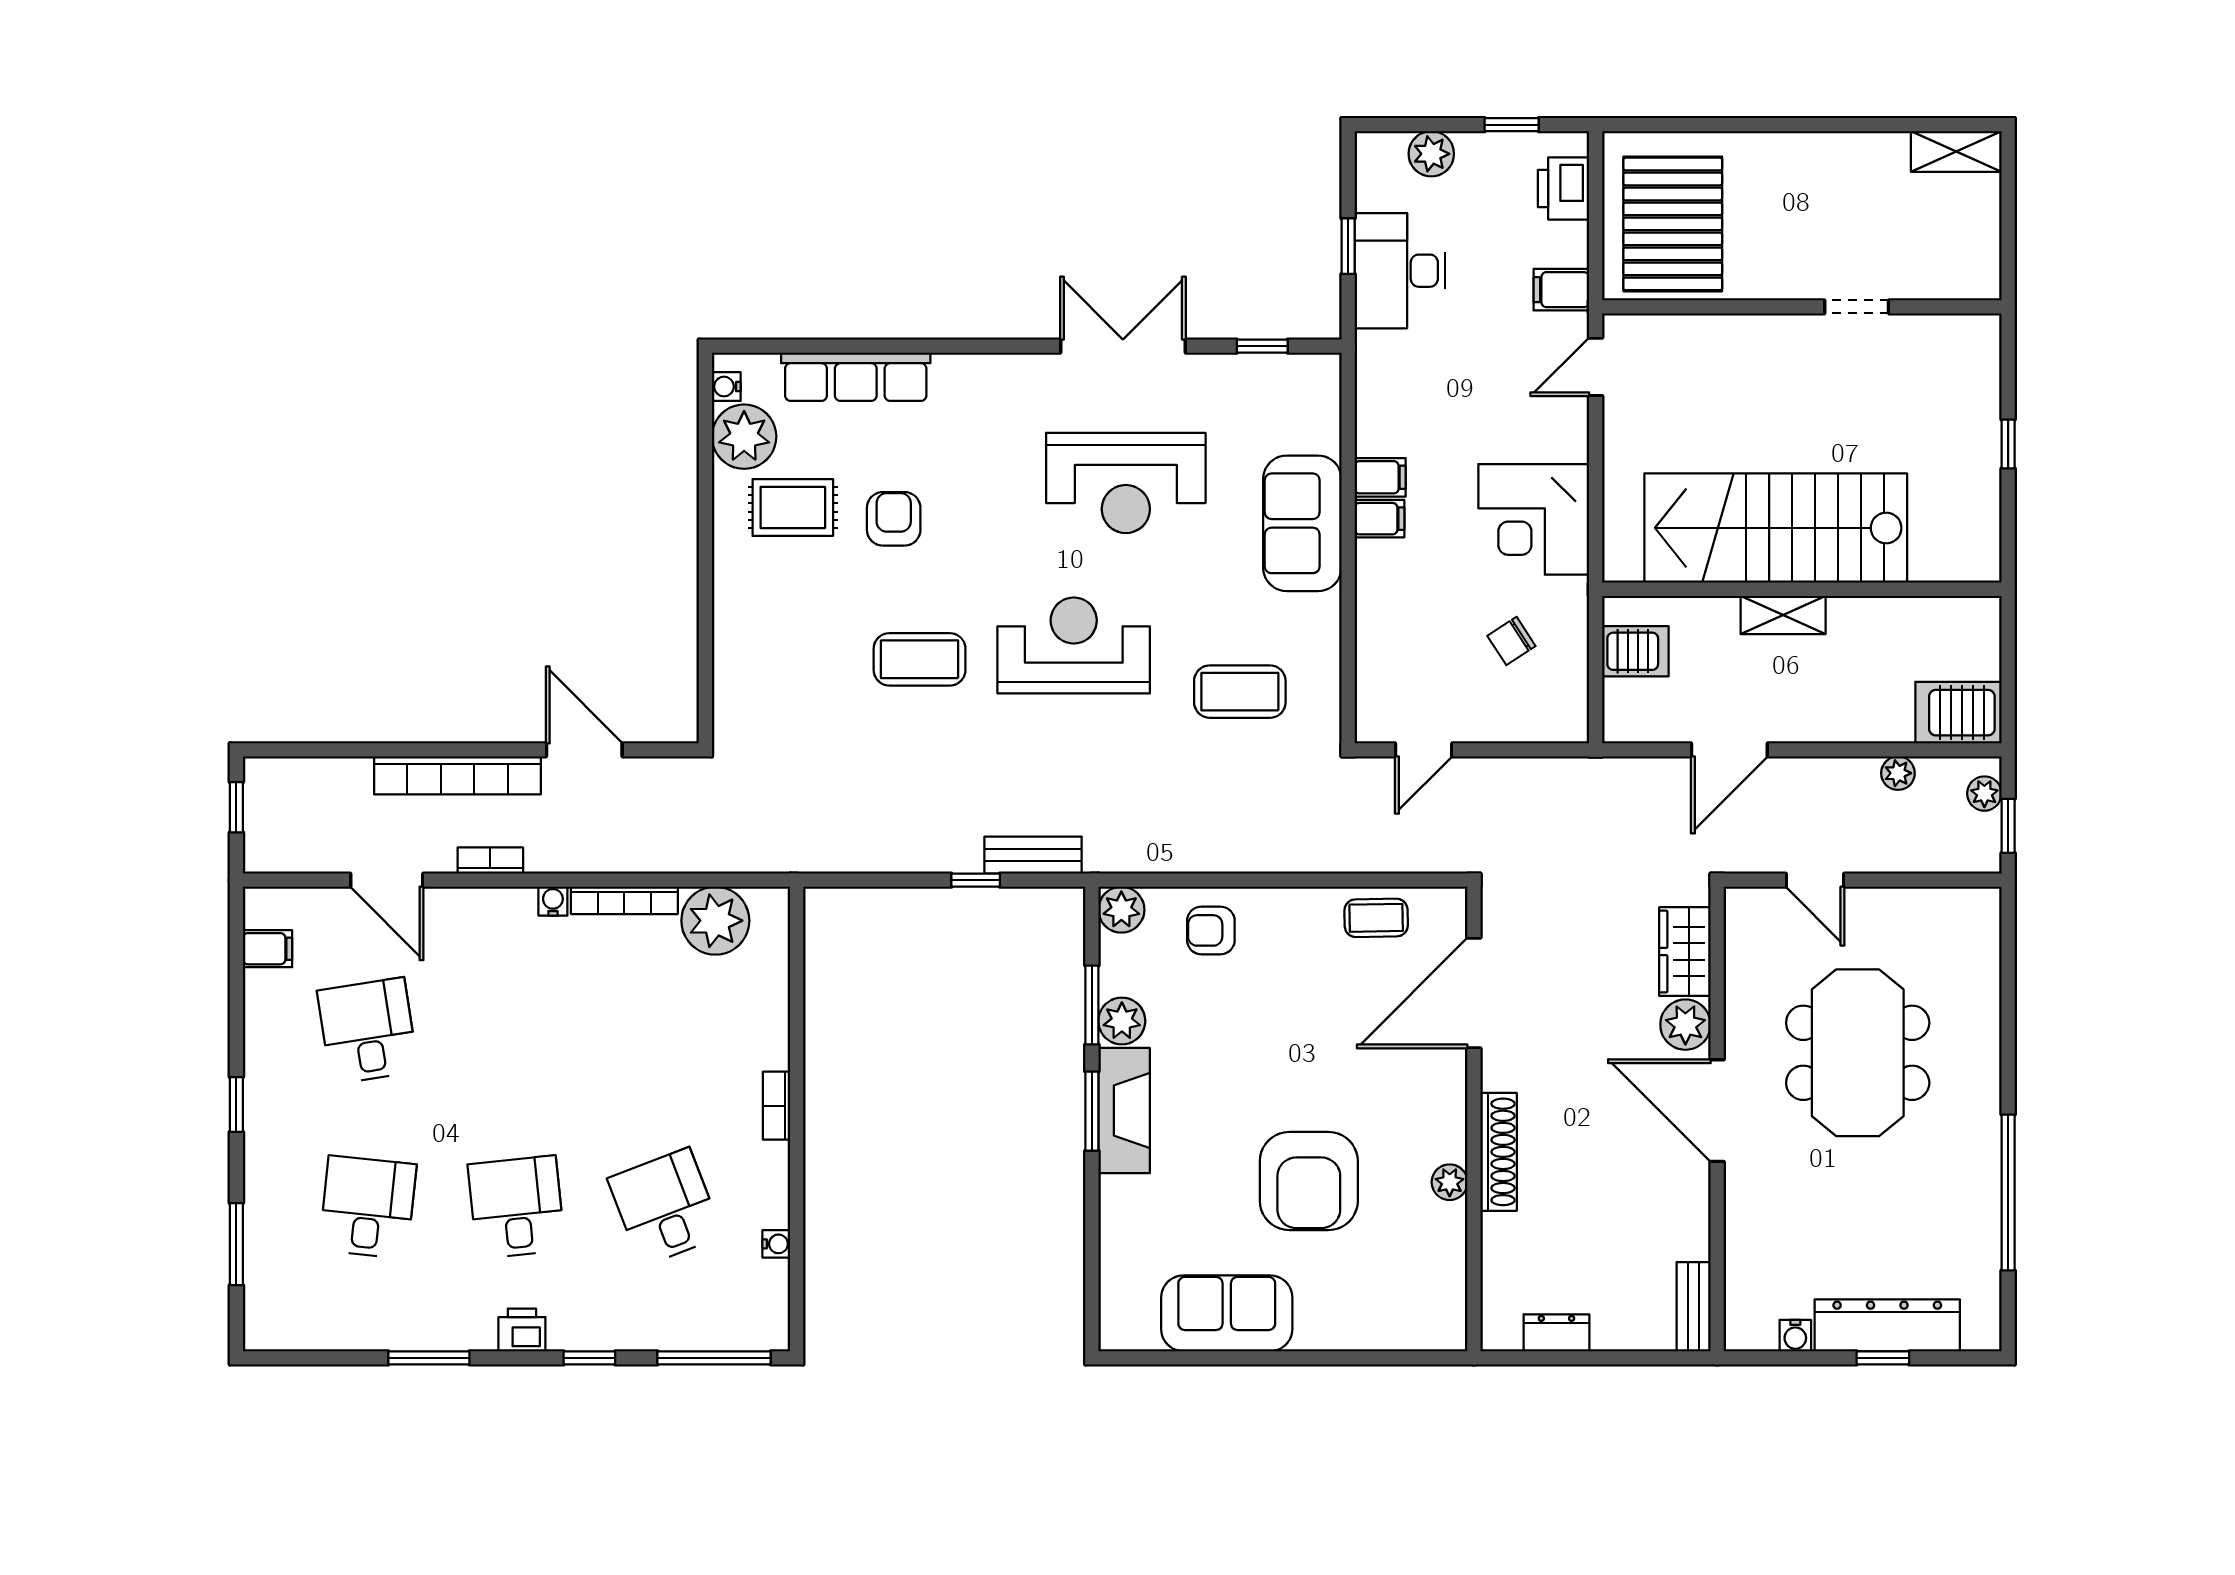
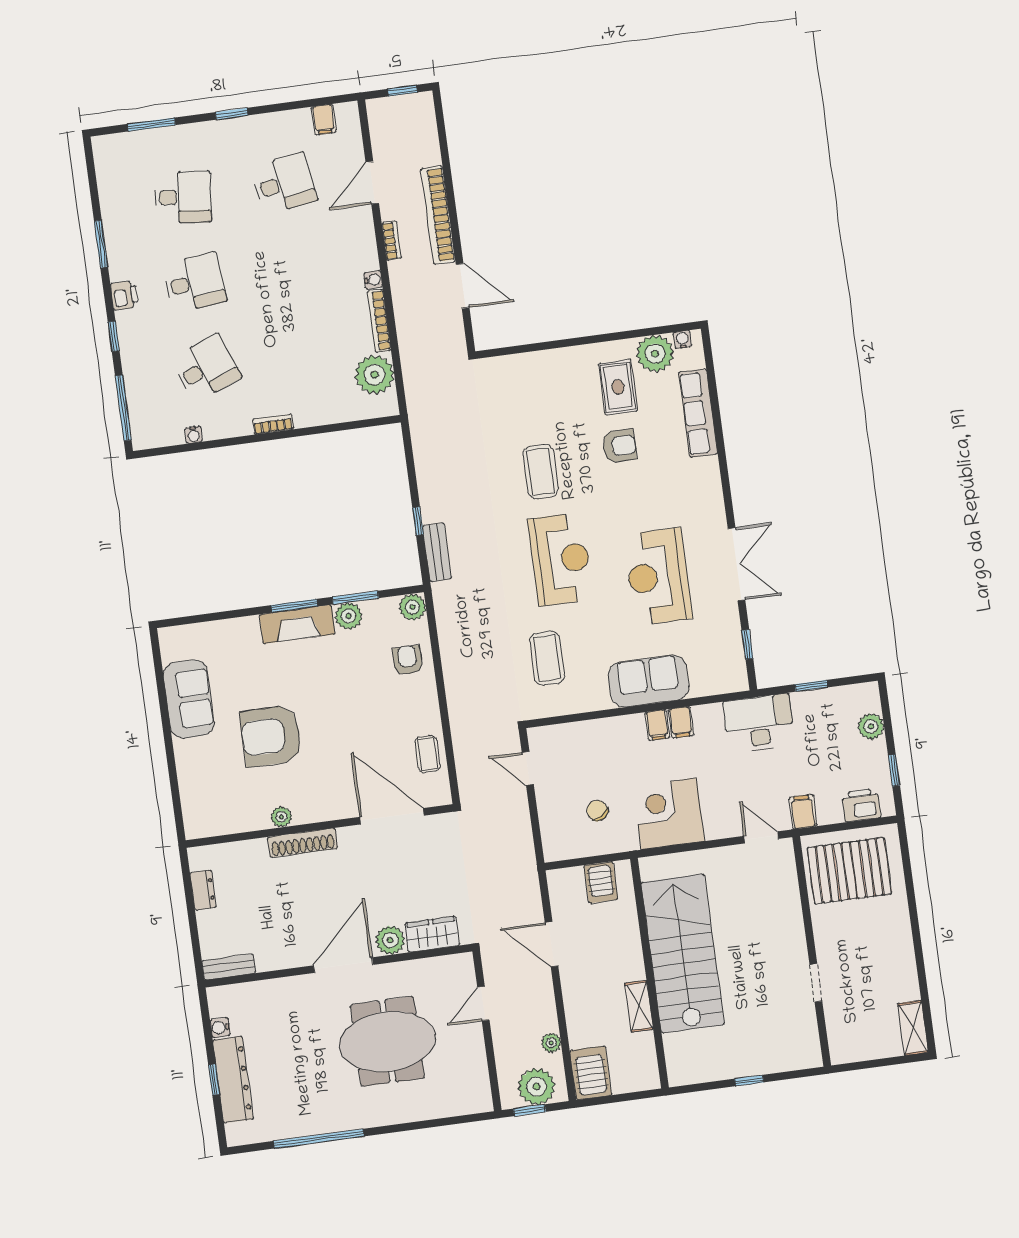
desk: (1400, 271) -> (759, 723), moved
shelving: (1783, 615) -> (639, 1006), moved
door: (584, 750) -> (463, 286), hinge flipped
plant: (1984, 794) -> (536, 1087), width x1.87, depth x1.87

